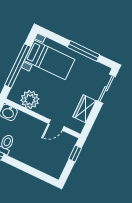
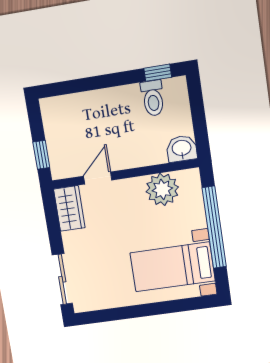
window: (84, 51) -> (132, 312), removed
wardrobe: (85, 109) -> (69, 208), moved

